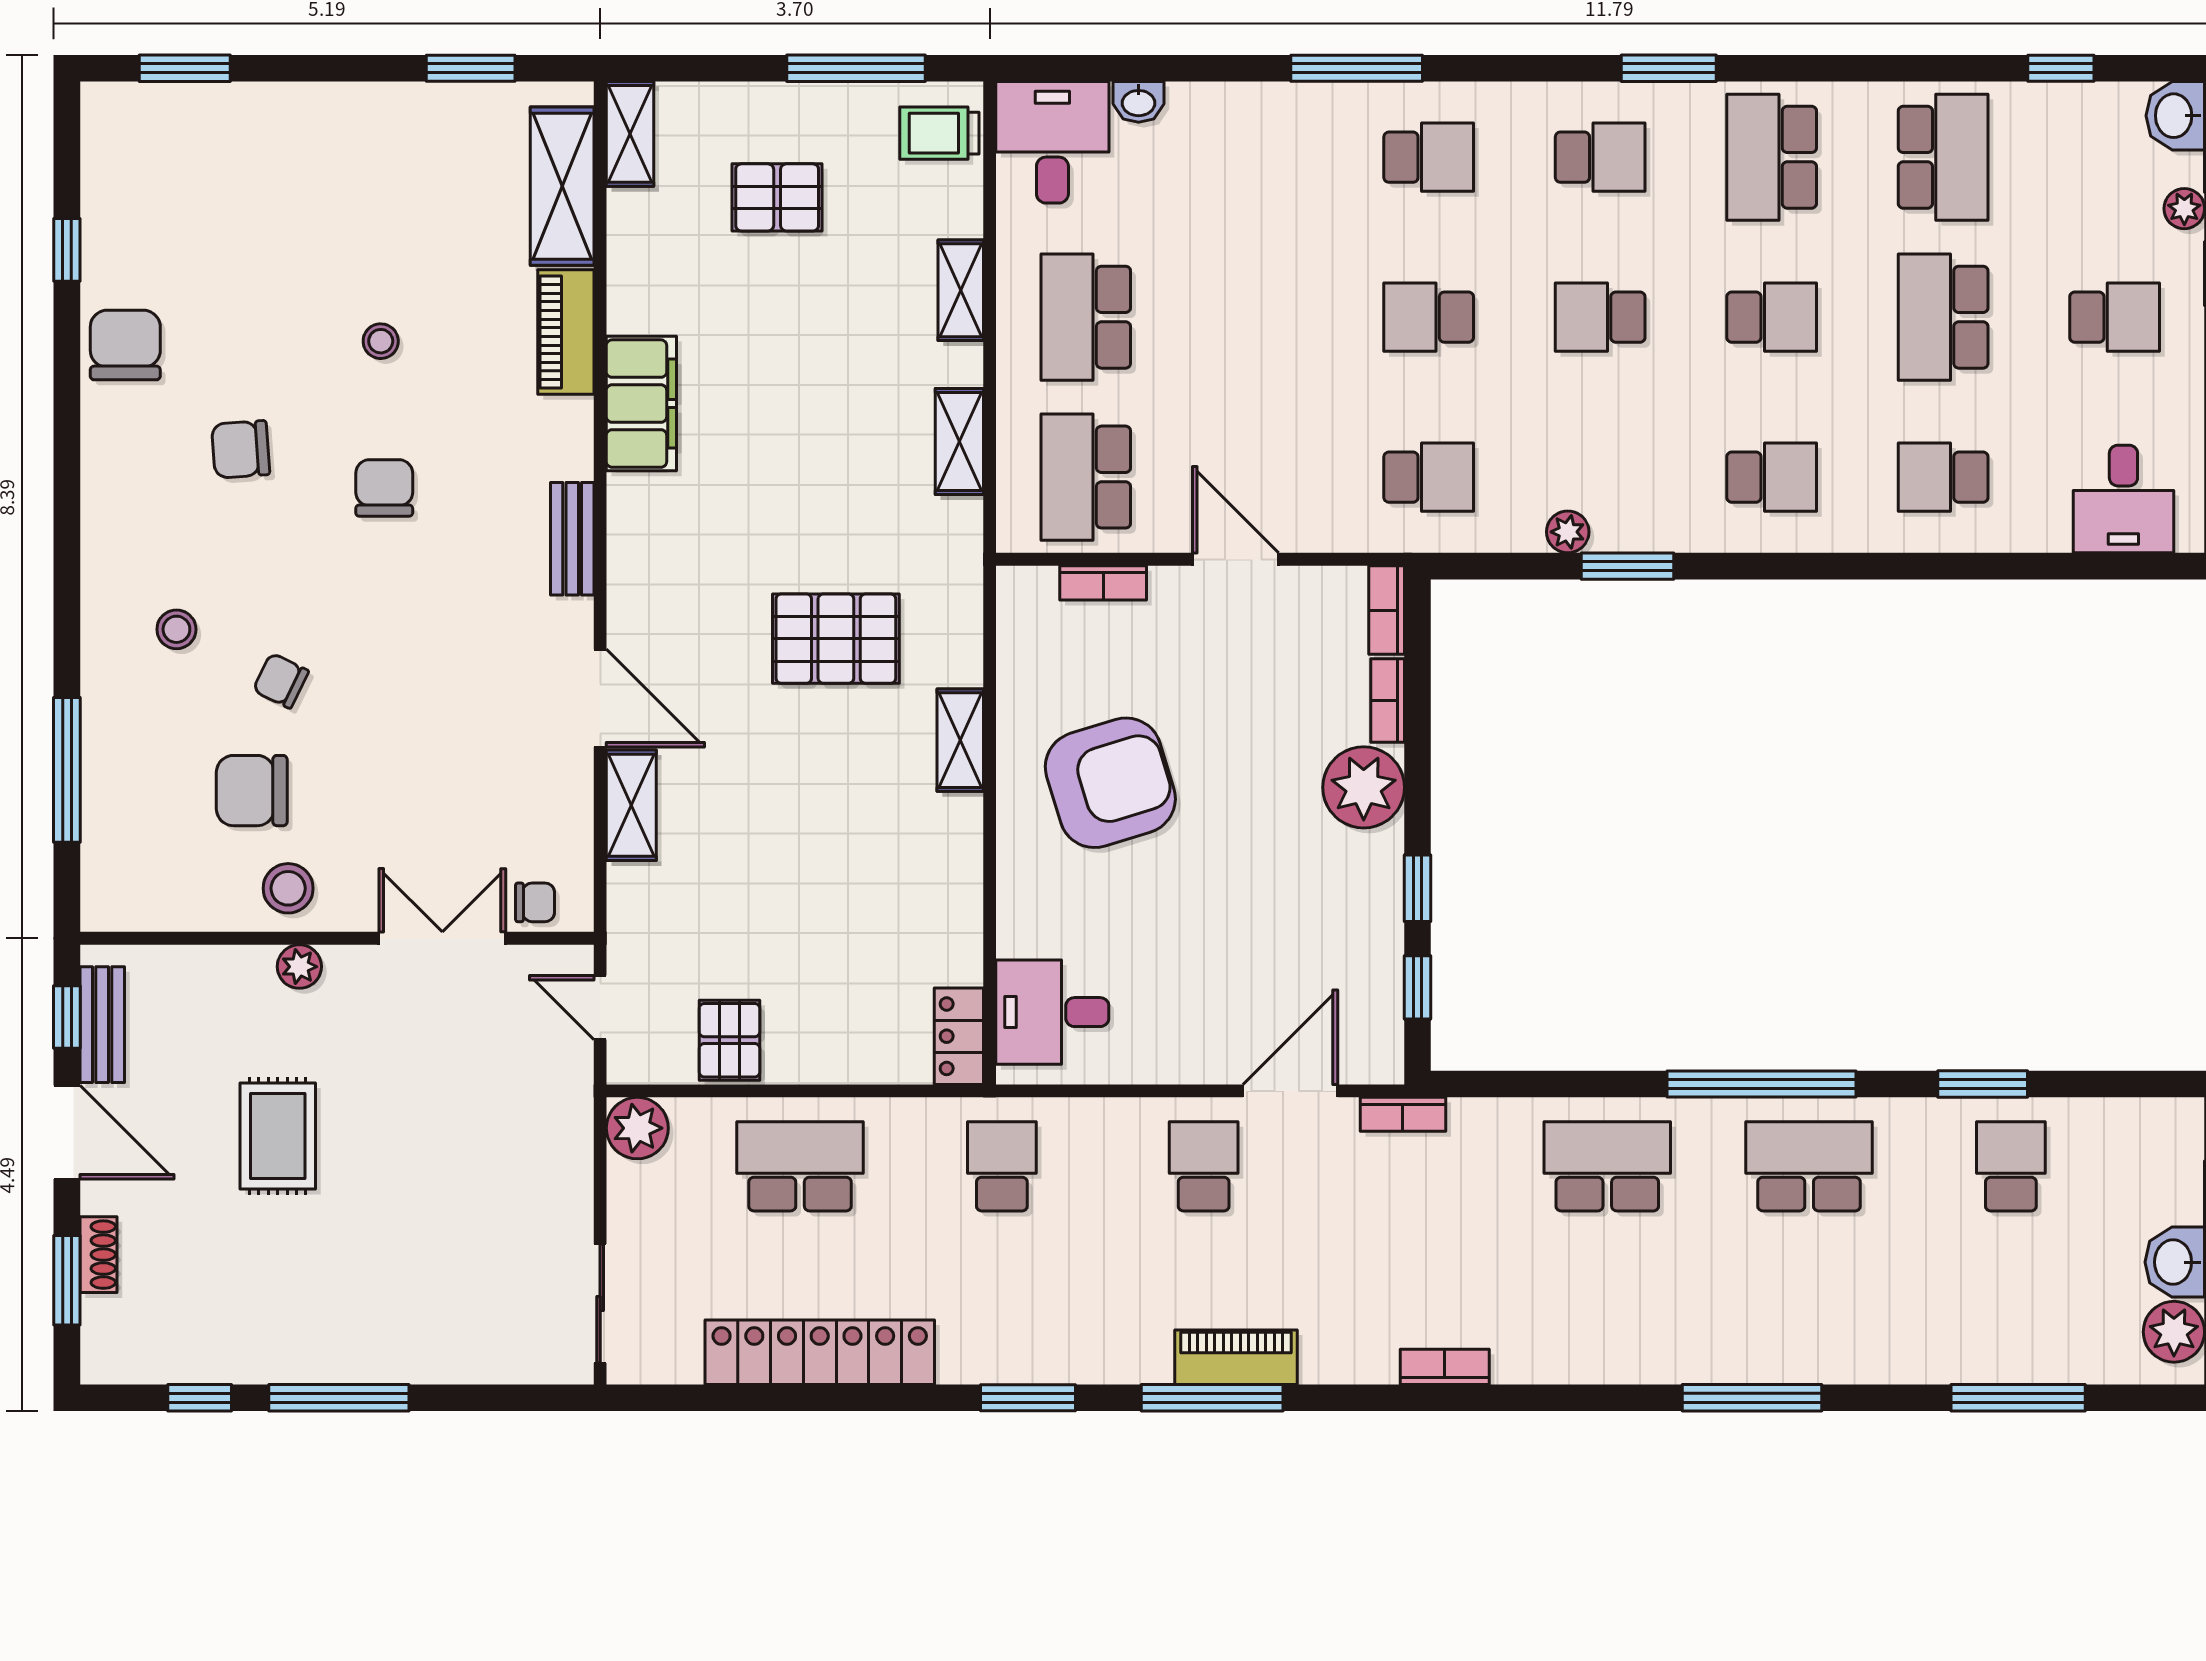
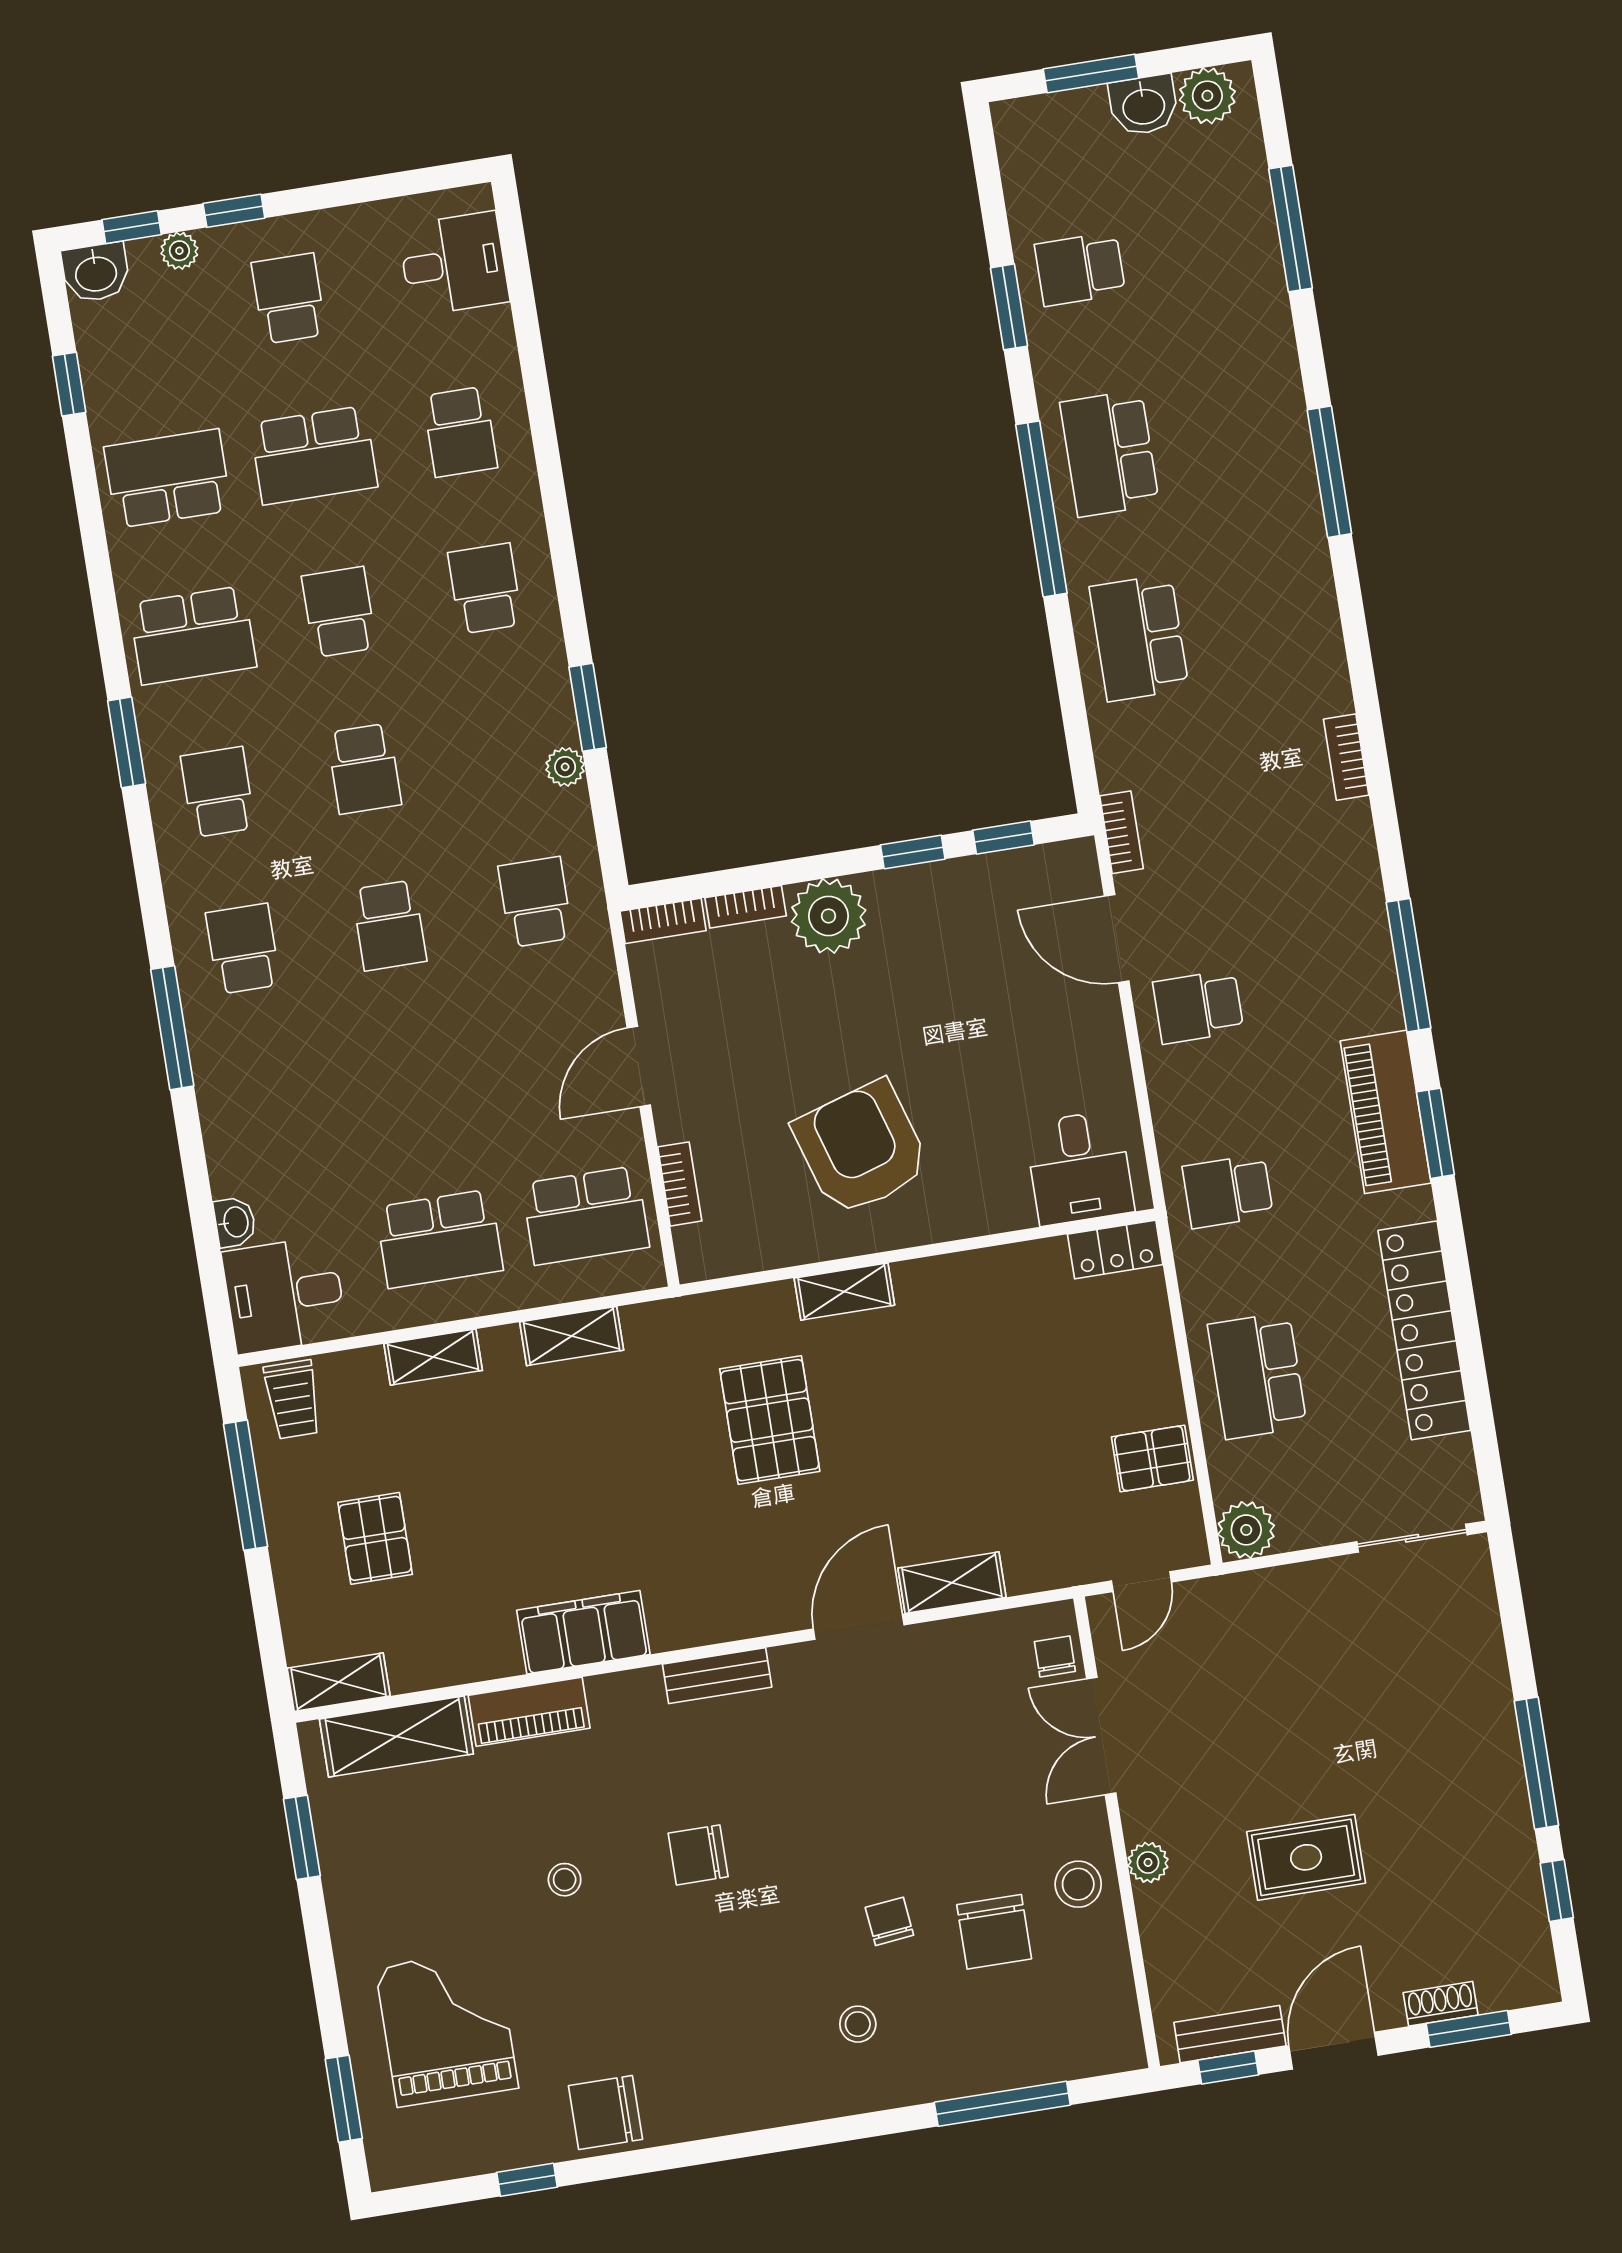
grand piano: (243, 190) -> (447, 2028), added
chair: (241, 449) -> (684, 1992), removed
chair: (281, 681) -> (889, 1921), turned 148
piano: (1236, 1357) -> (1386, 1112), moved, width x1.37, depth x1.33

